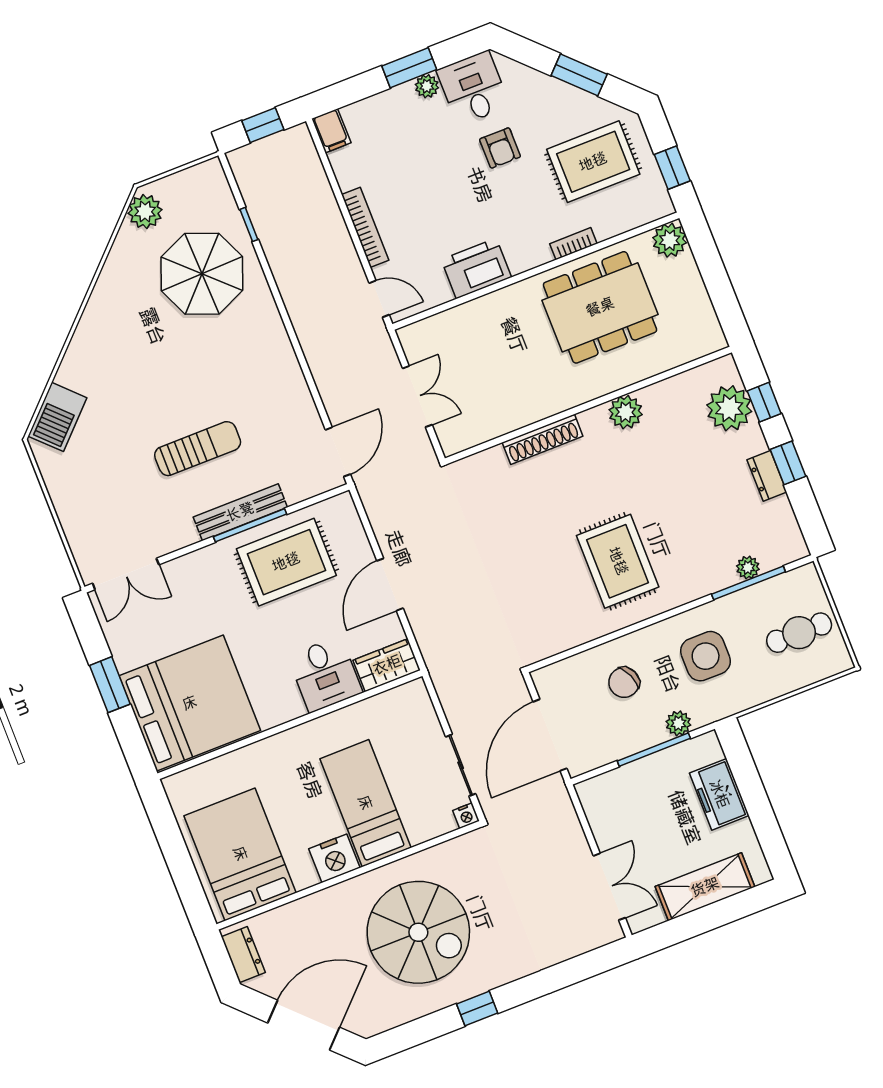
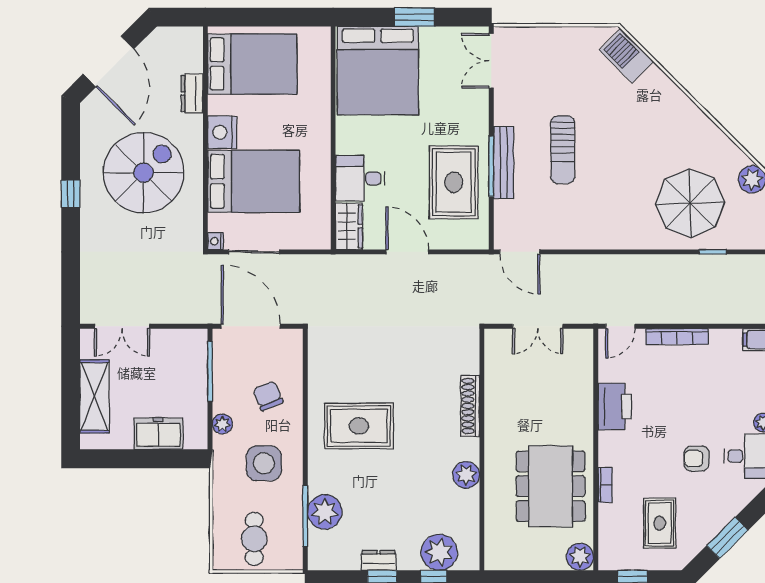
rug: (593, 162) -> (660, 523), width x0.73, depth x0.70
plant: (748, 568) -> (325, 512), width x1.87, depth x1.87
window: (654, 750) -> (210, 371), moved
bed: (365, 803) -> (254, 181), width x1.50
spiral stairs: (418, 932) -> (144, 173), turned 180
dresser: (243, 955) -> (192, 93), moved, turned 90

